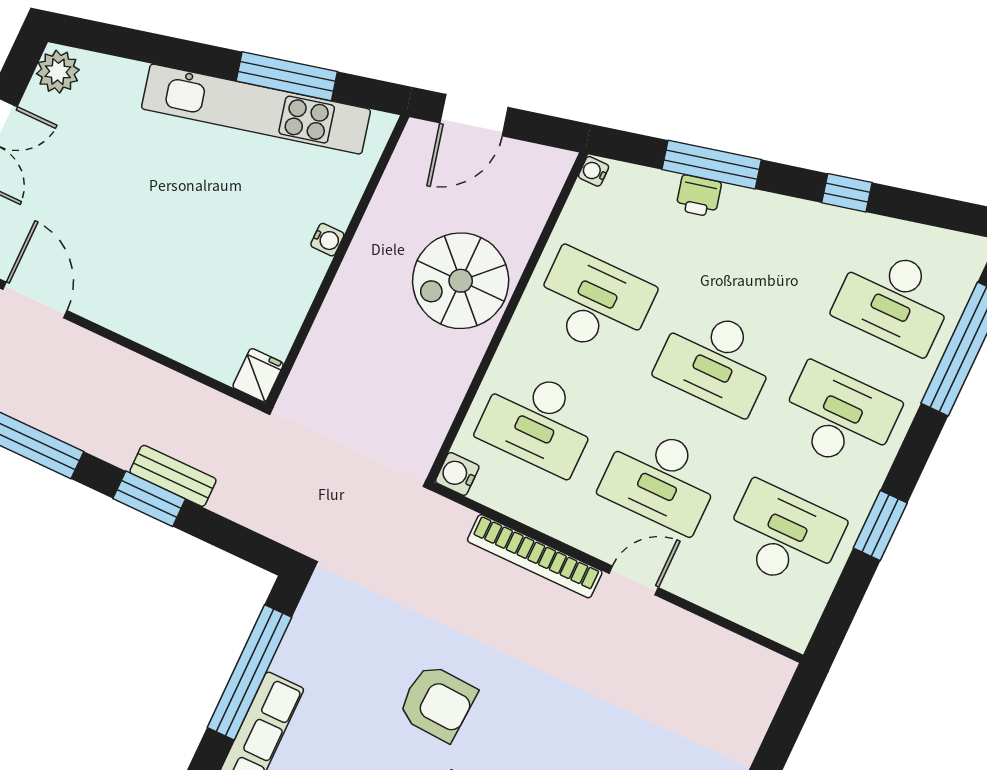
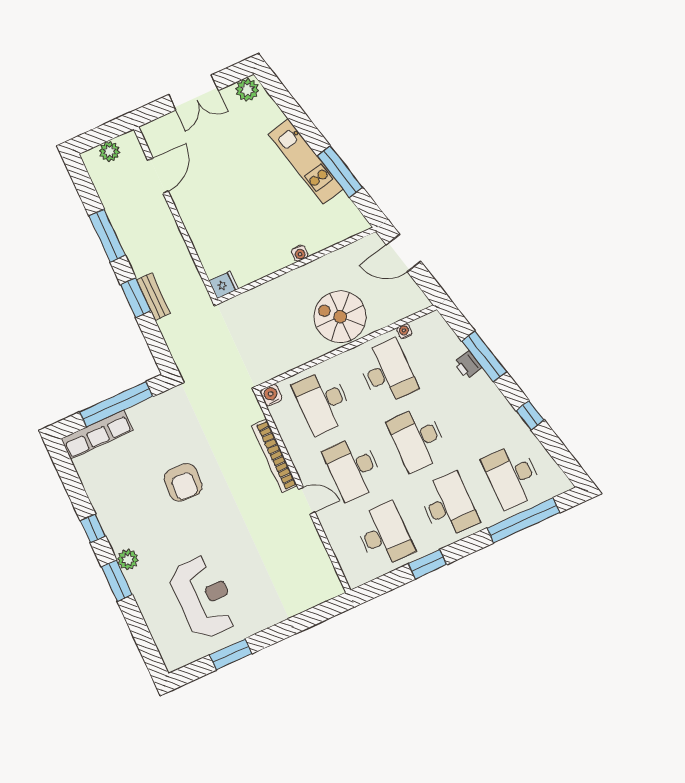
kitchen unit: (256, 109) -> (306, 162), width x0.73
water cooler: (594, 171) -> (404, 331), moved

